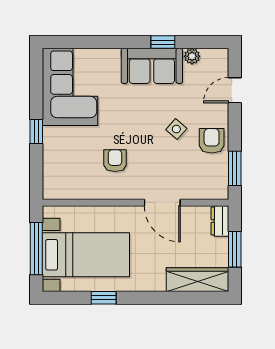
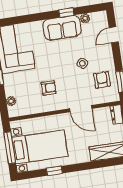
armchair: (212, 141) -> (102, 80), moved
armchair: (115, 161) -> (49, 88), turned 90
plant: (50, 173) -> (11, 101), added

